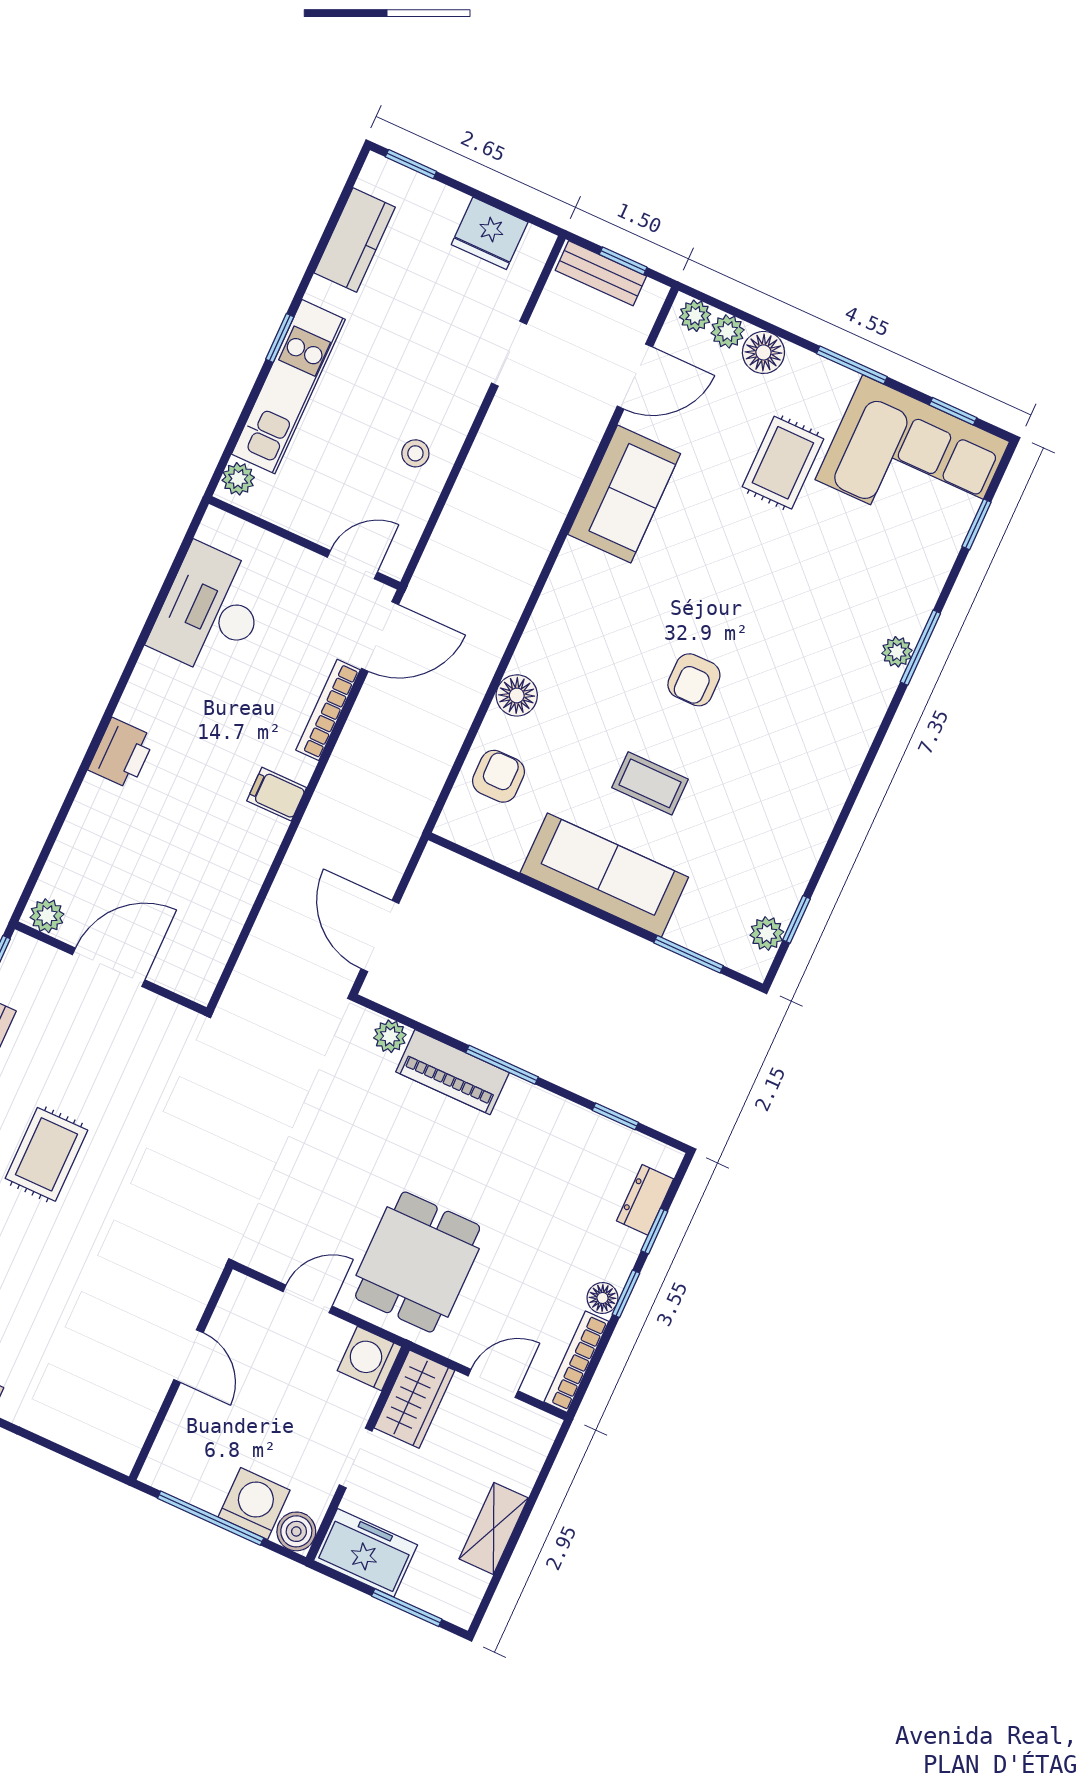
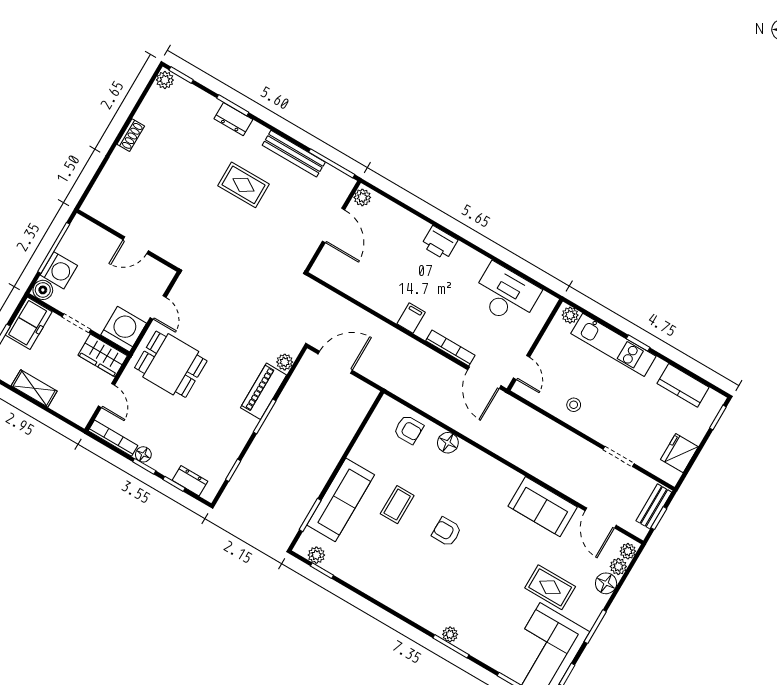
sofa: (604, 875) -> (341, 500), moved
washing machine: (369, 1358) -> (124, 329), width x1.37, depth x1.37

